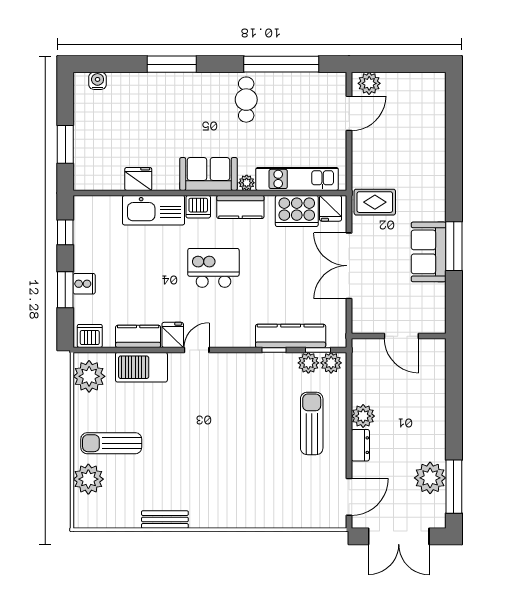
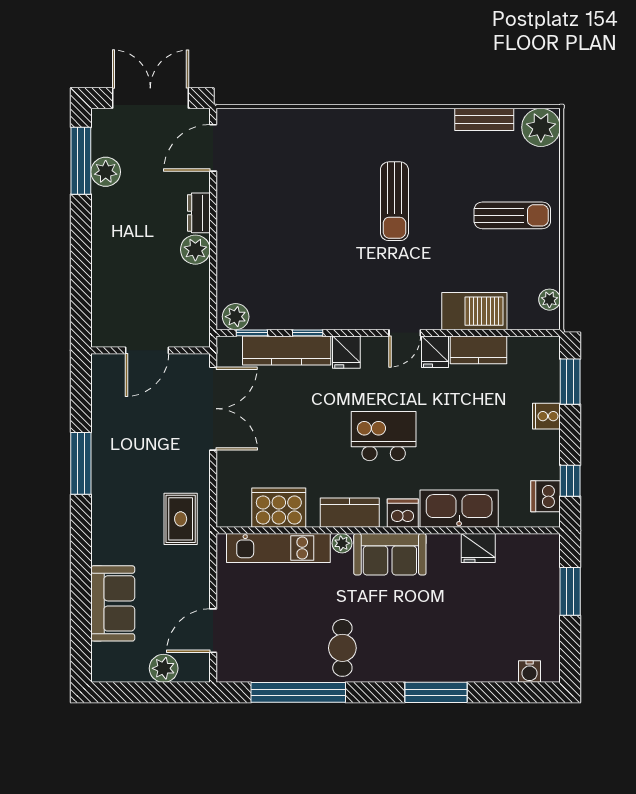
plant: (369, 83) -> (164, 668), moved
rug: (375, 202) -> (181, 519), turned 90
fridge: (331, 208) -> (346, 352), moved, turned 180
sofa: (429, 252) -> (113, 603), moved
double door: (349, 266) -> (213, 409), moved
kitchen island: (213, 268) -> (384, 436), turned 180
window: (65, 290) -> (570, 382), moved
dishwasher: (90, 336) -> (546, 496), moved, turned 90
door: (401, 336) -> (147, 350), swing flipped
plant: (308, 363) -> (264, 316), removed
plant: (89, 376) -> (549, 300), width x0.53, depth x0.53
sun lounger: (312, 423) -> (394, 201), moved
plant: (430, 478) -> (106, 172), width x0.73, depth x0.73
plant: (88, 479) -> (541, 127), moved
bench: (165, 519) -> (484, 119), moved

